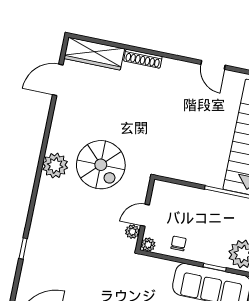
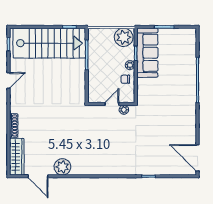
spiral stairs: (101, 165) -> (86, 138), removed
plant: (55, 166) -> (62, 167), moved
door: (145, 215) -> (112, 104), swing flipped
plant: (148, 245) -> (130, 65), moved

